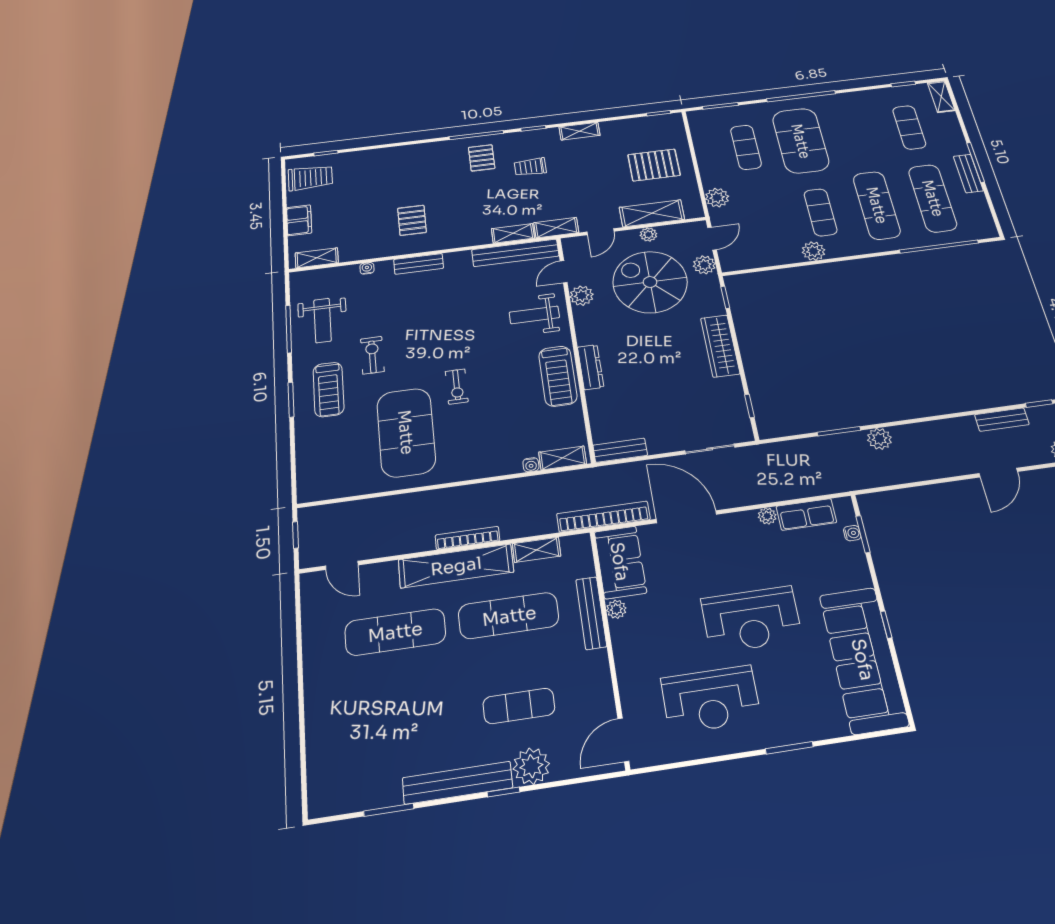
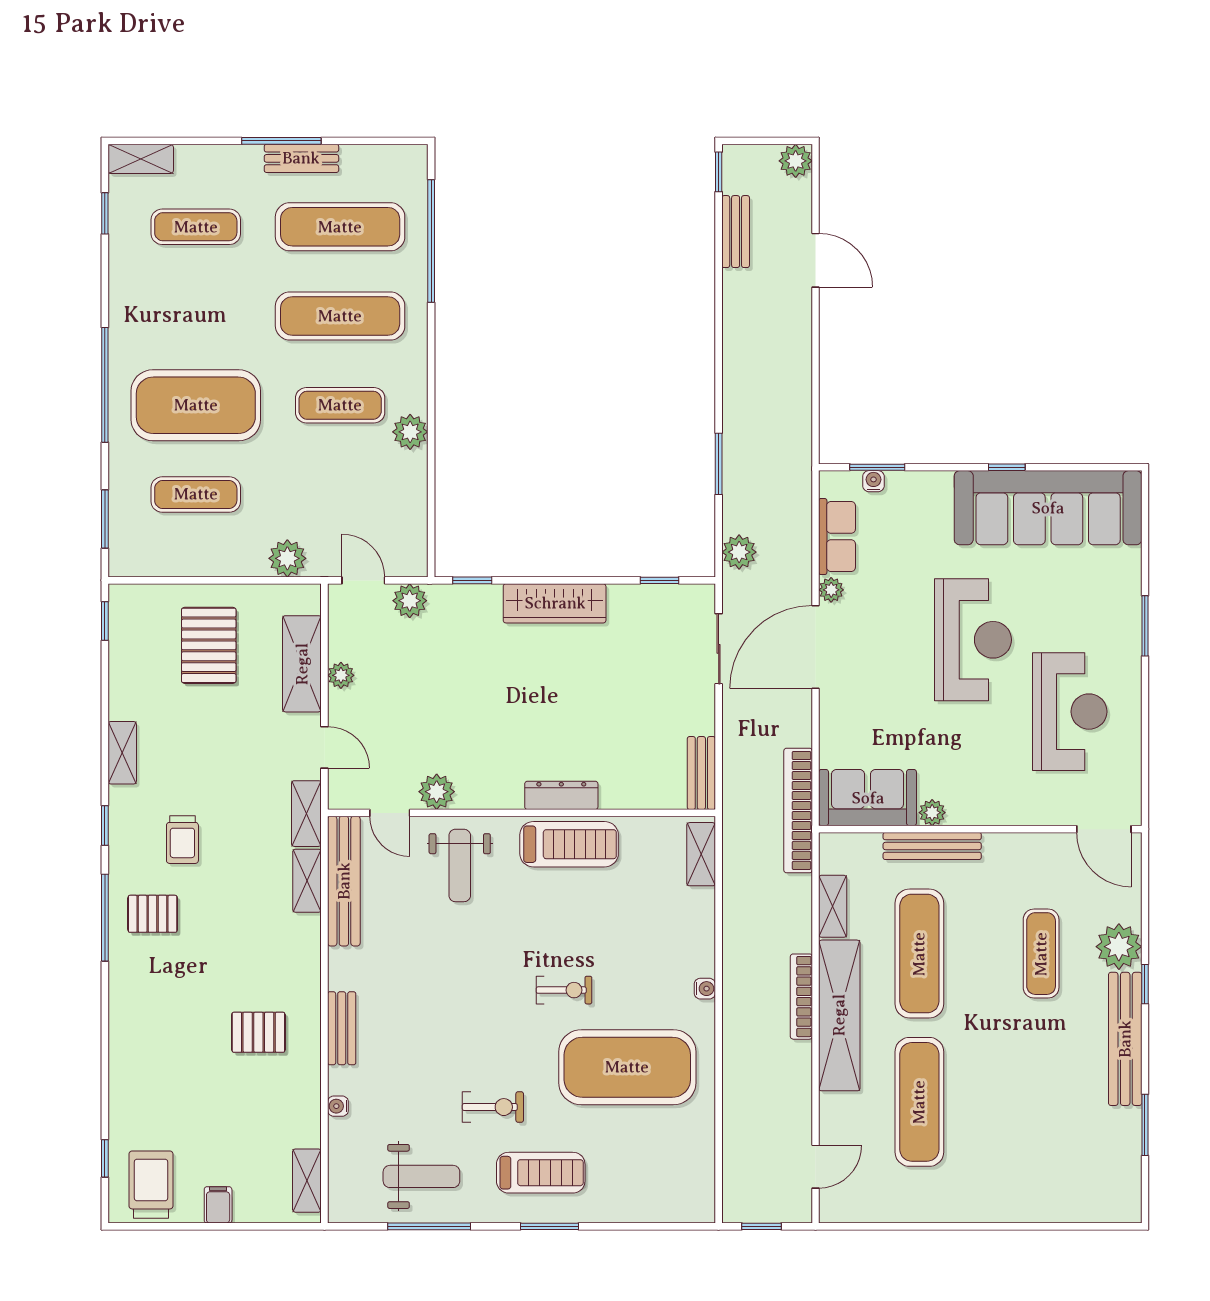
filing cabinet: (299, 220) -> (218, 1205), width x0.50
spiral stairs: (650, 282) -> (428, 687), removed
exercise bike: (372, 355) -> (493, 1107), turned 180
plant: (879, 439) -> (739, 552), moved
water cooler: (531, 465) -> (705, 989), moved
door: (686, 517) -> (815, 647), moved

